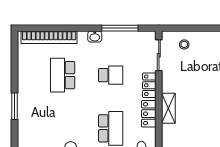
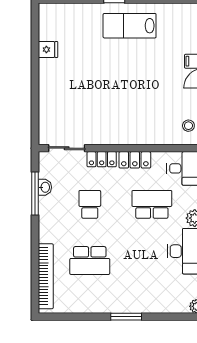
washbasin: (95, 37) -> (45, 187), moved
stool: (184, 44) -> (54, 119), removed
shelving: (168, 108) -> (128, 137), removed

